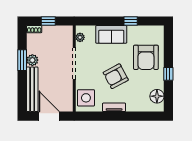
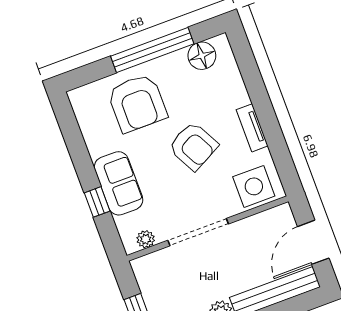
window: (131, 21) -> (97, 202), moved
armchair: (146, 57) -> (137, 103), turned 90
window: (168, 74) -> (152, 50), width x3.17

